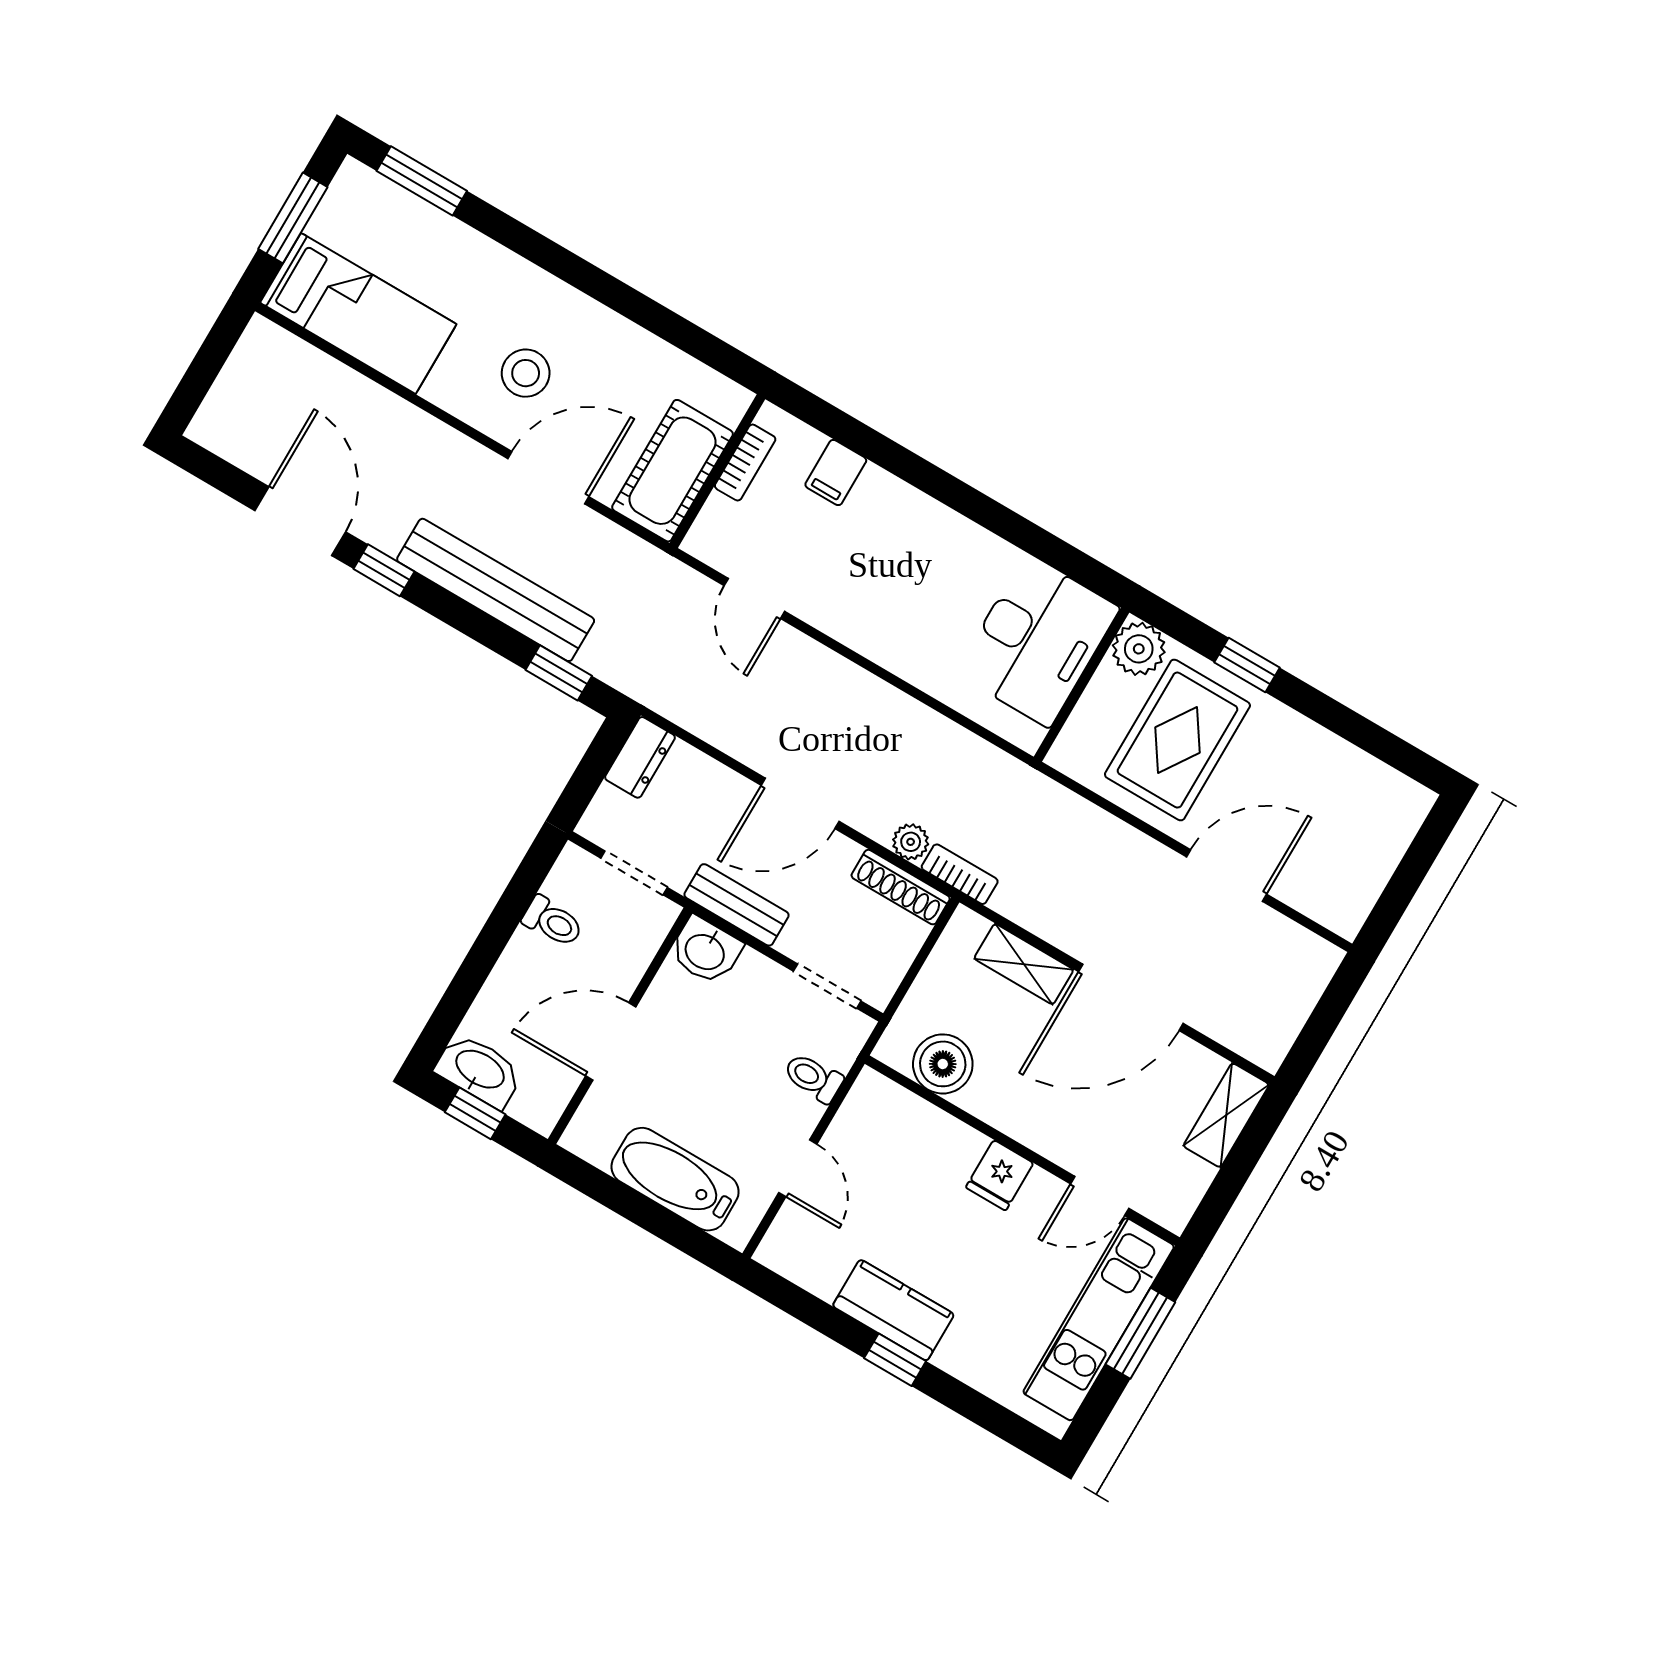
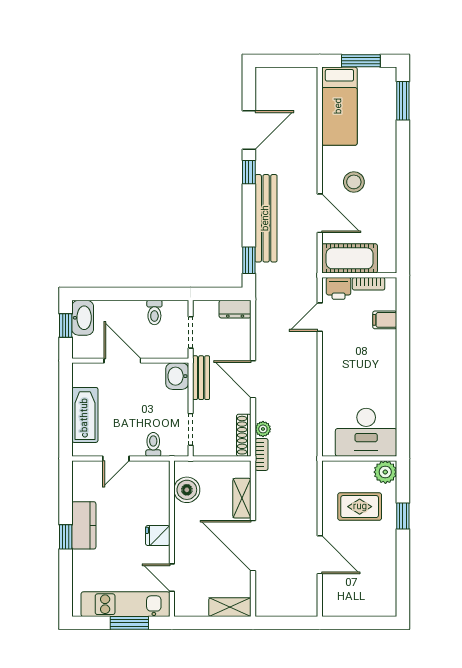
printer: (719, 528) -> (339, 288), added
rug: (1177, 740) -> (360, 507), width x0.73, depth x0.70

